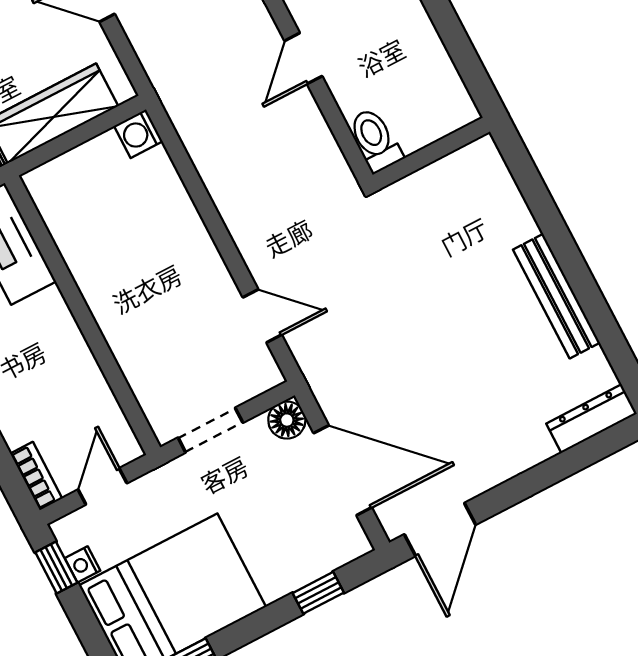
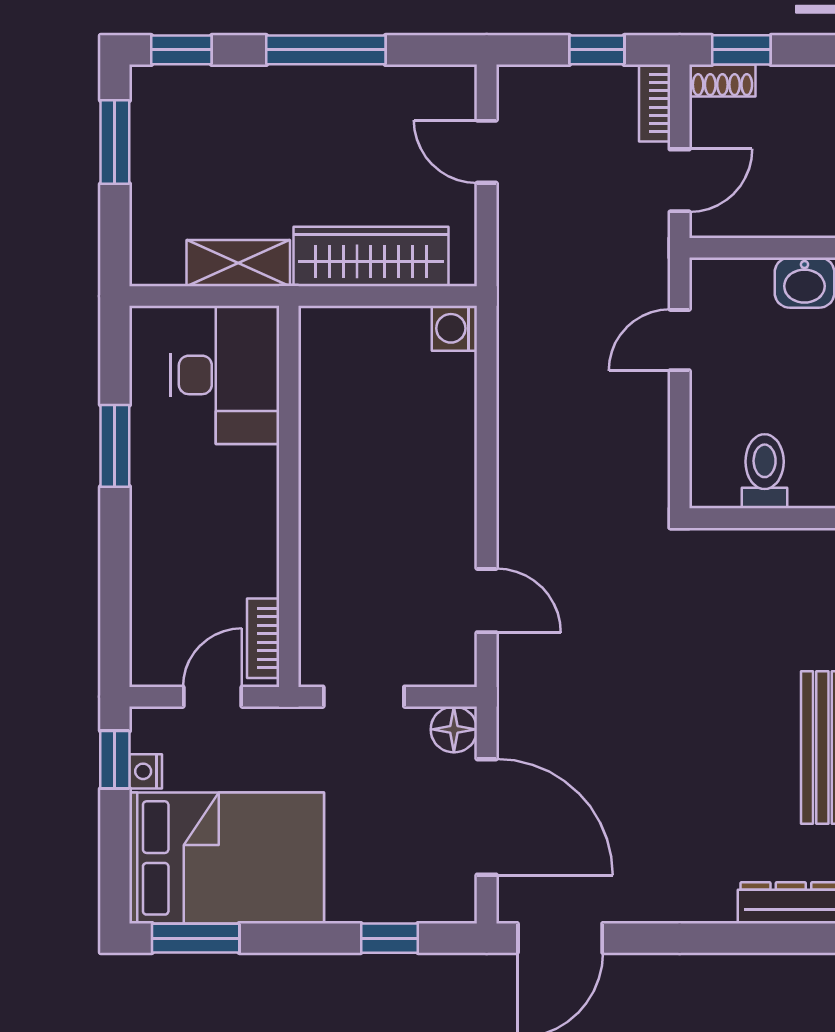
toilet: (375, 140) -> (765, 471), moved
bookcase: (36, 476) -> (263, 638), moved, turned 180

